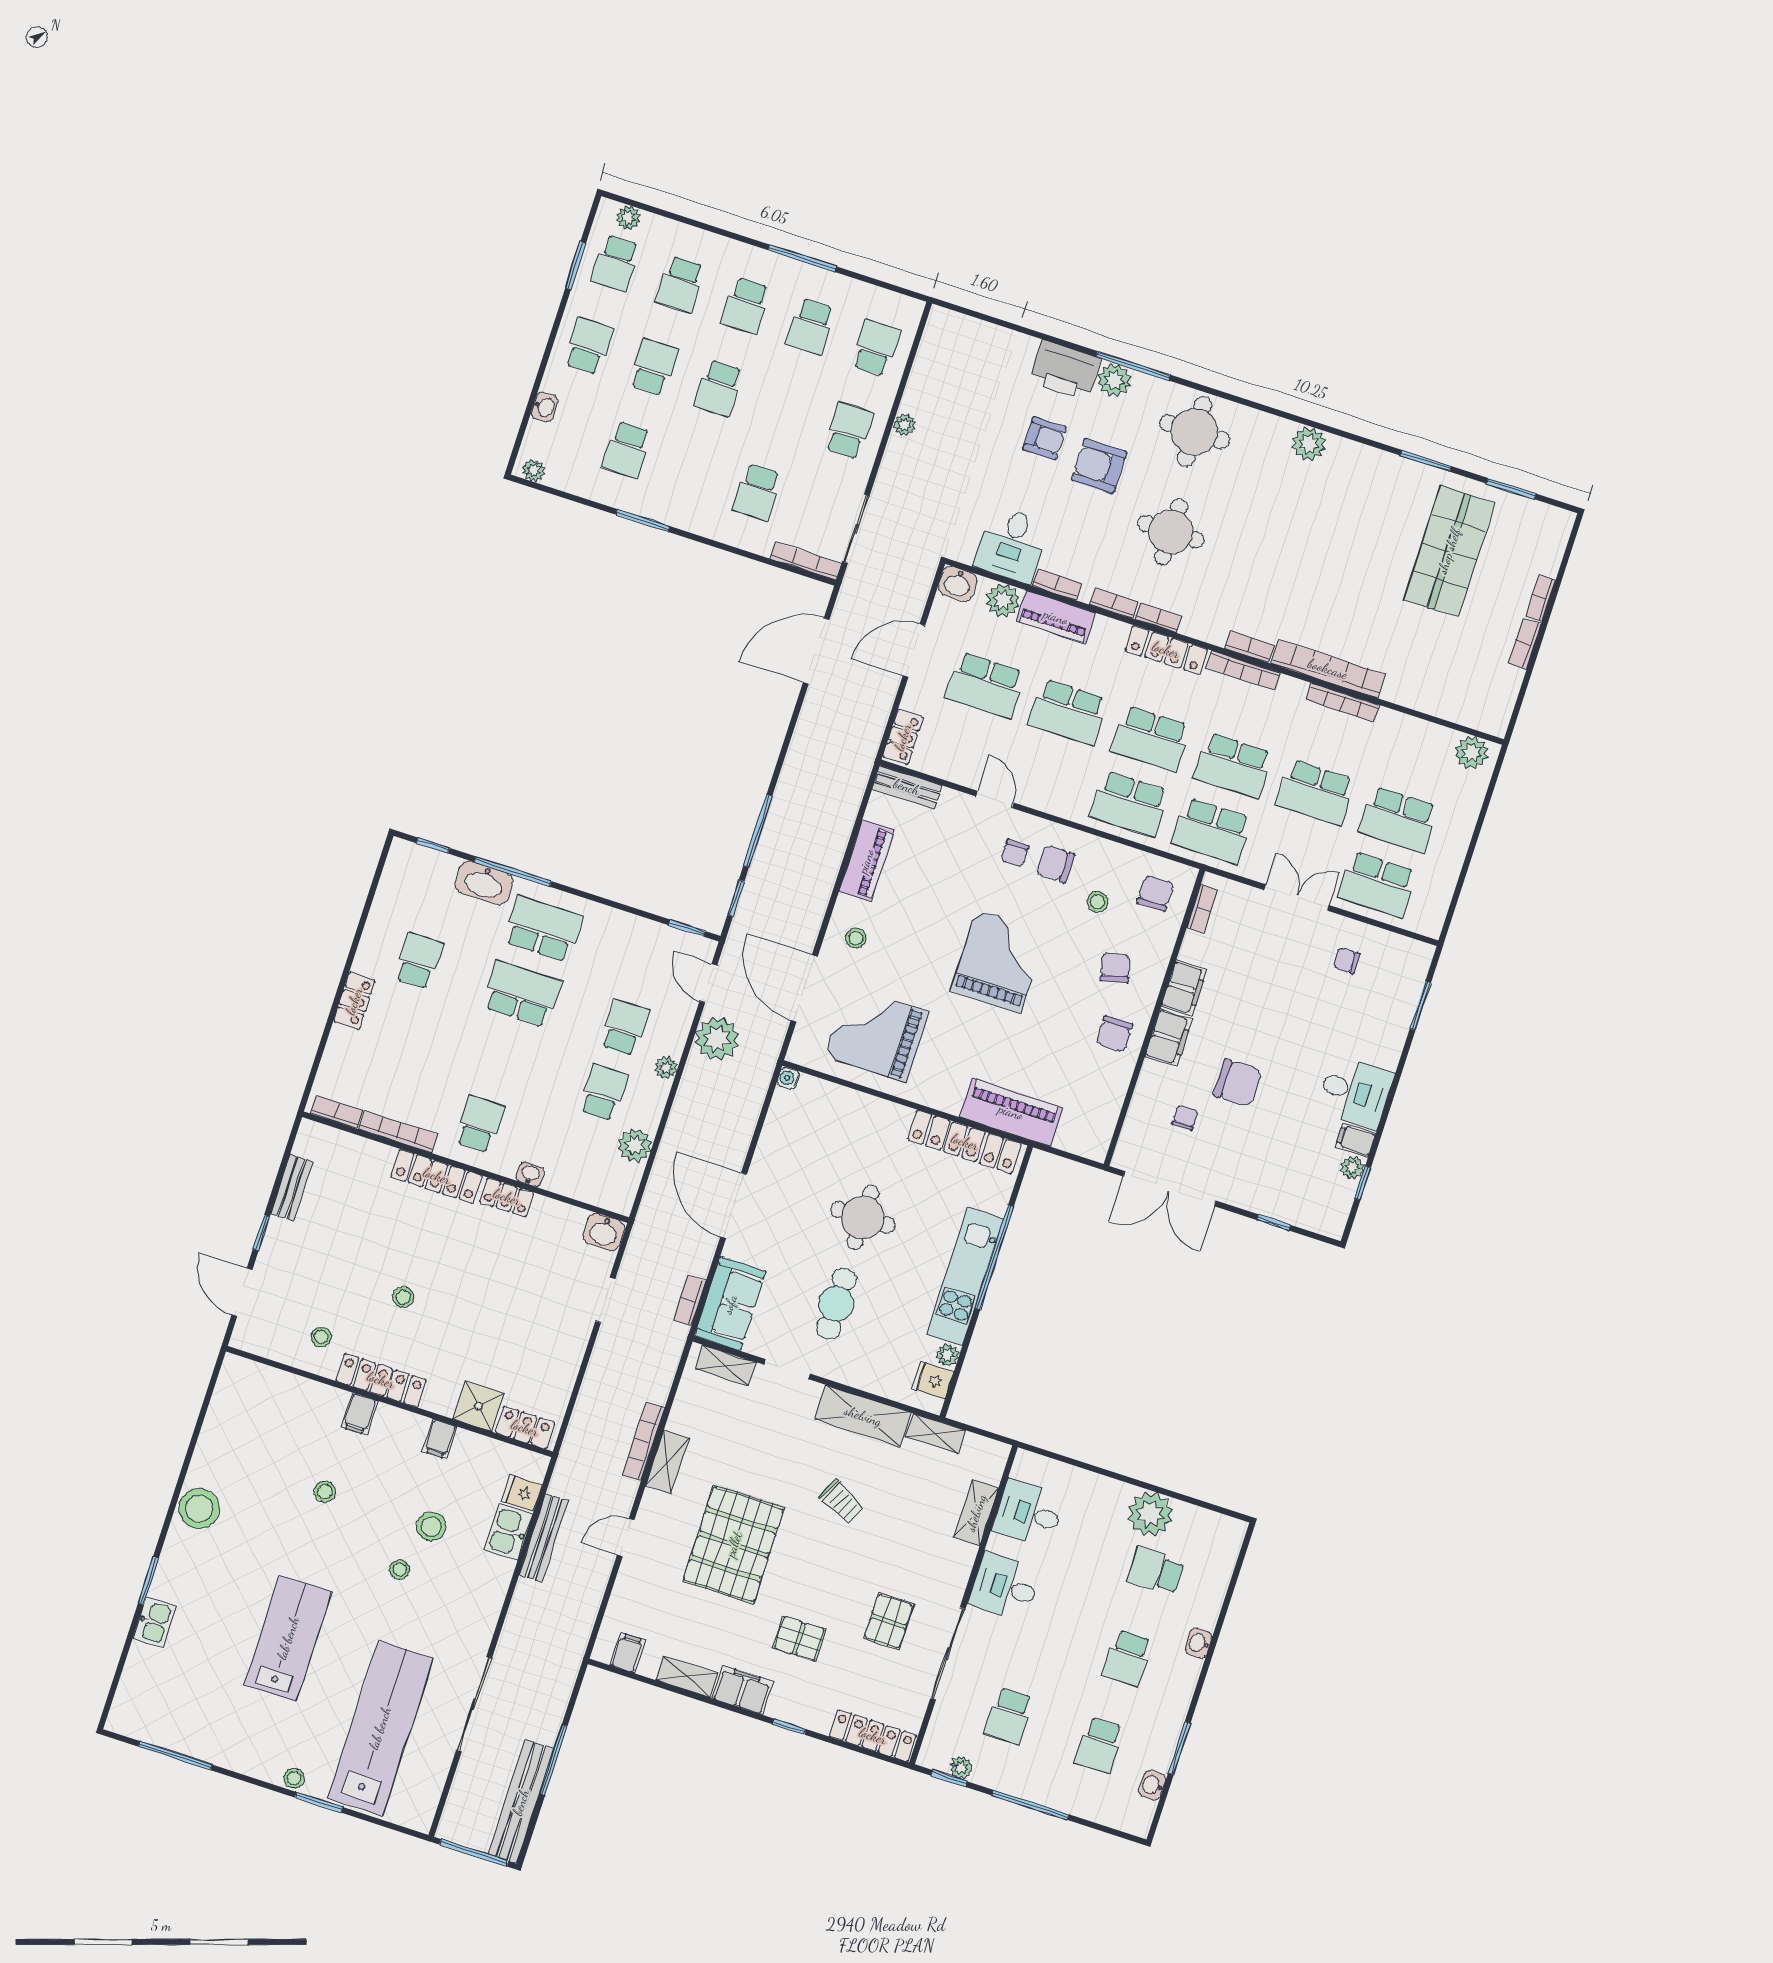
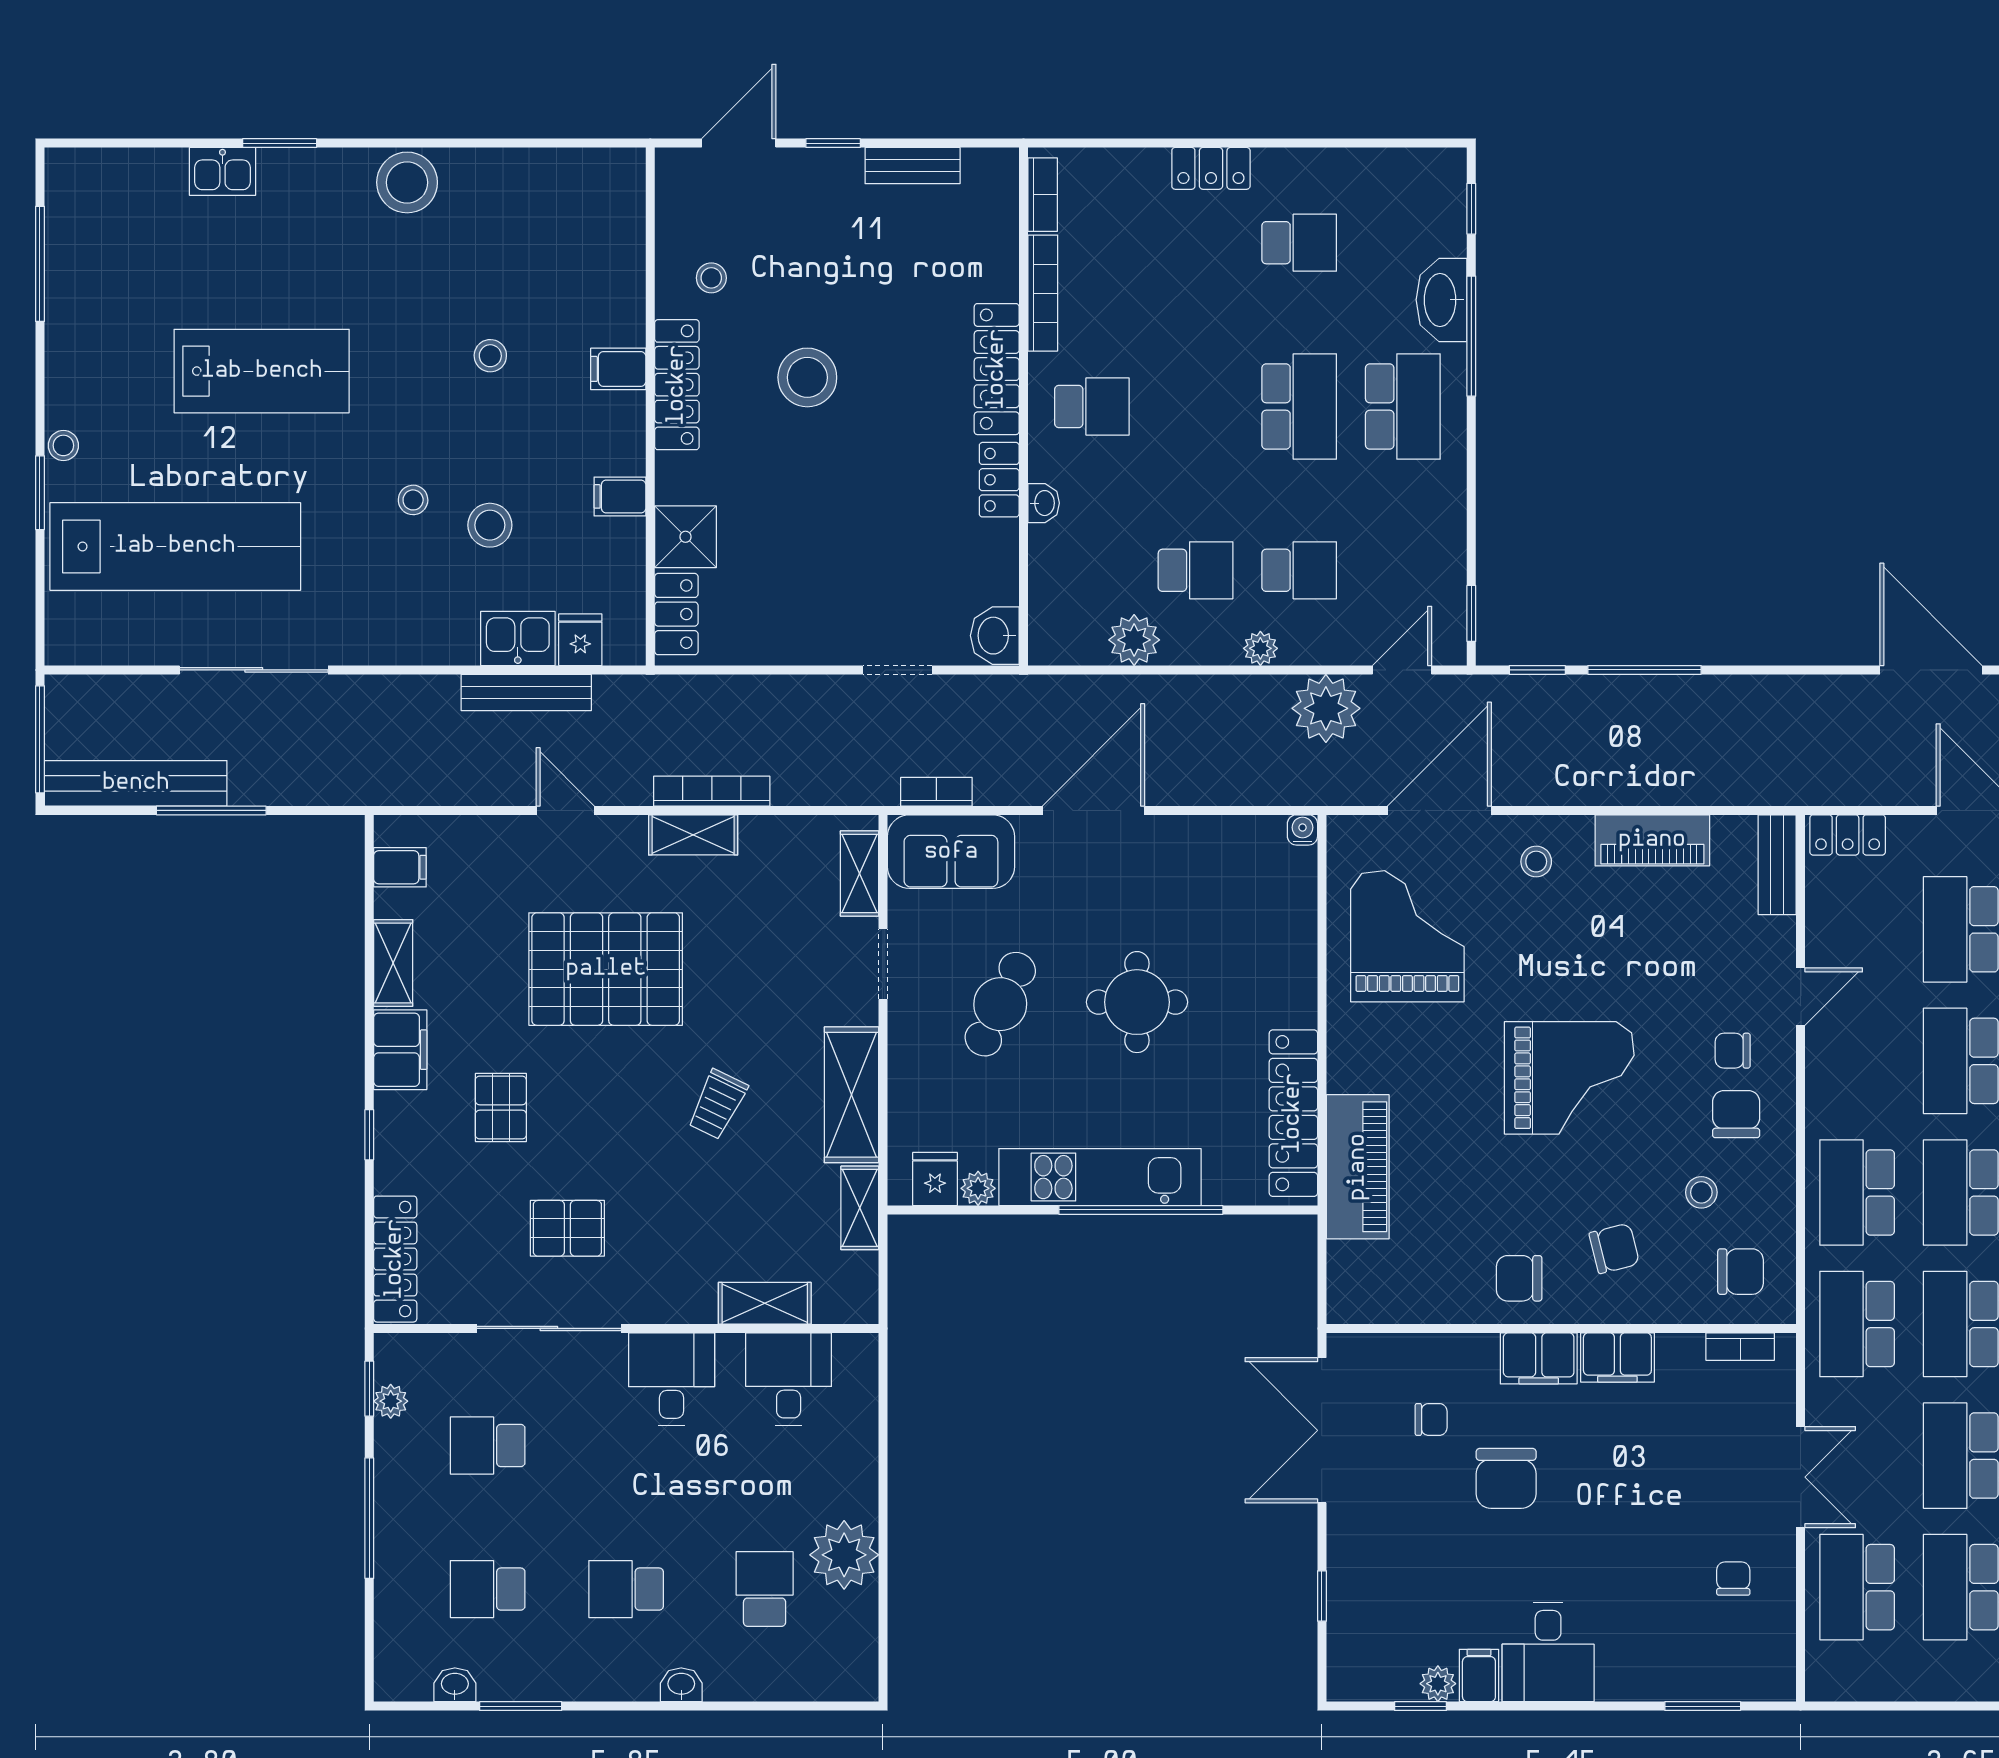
stool: (403, 1297) -> (807, 377), width x1.89, depth x1.89
cafe table: (836, 1304) -> (1000, 1004), turned -64

